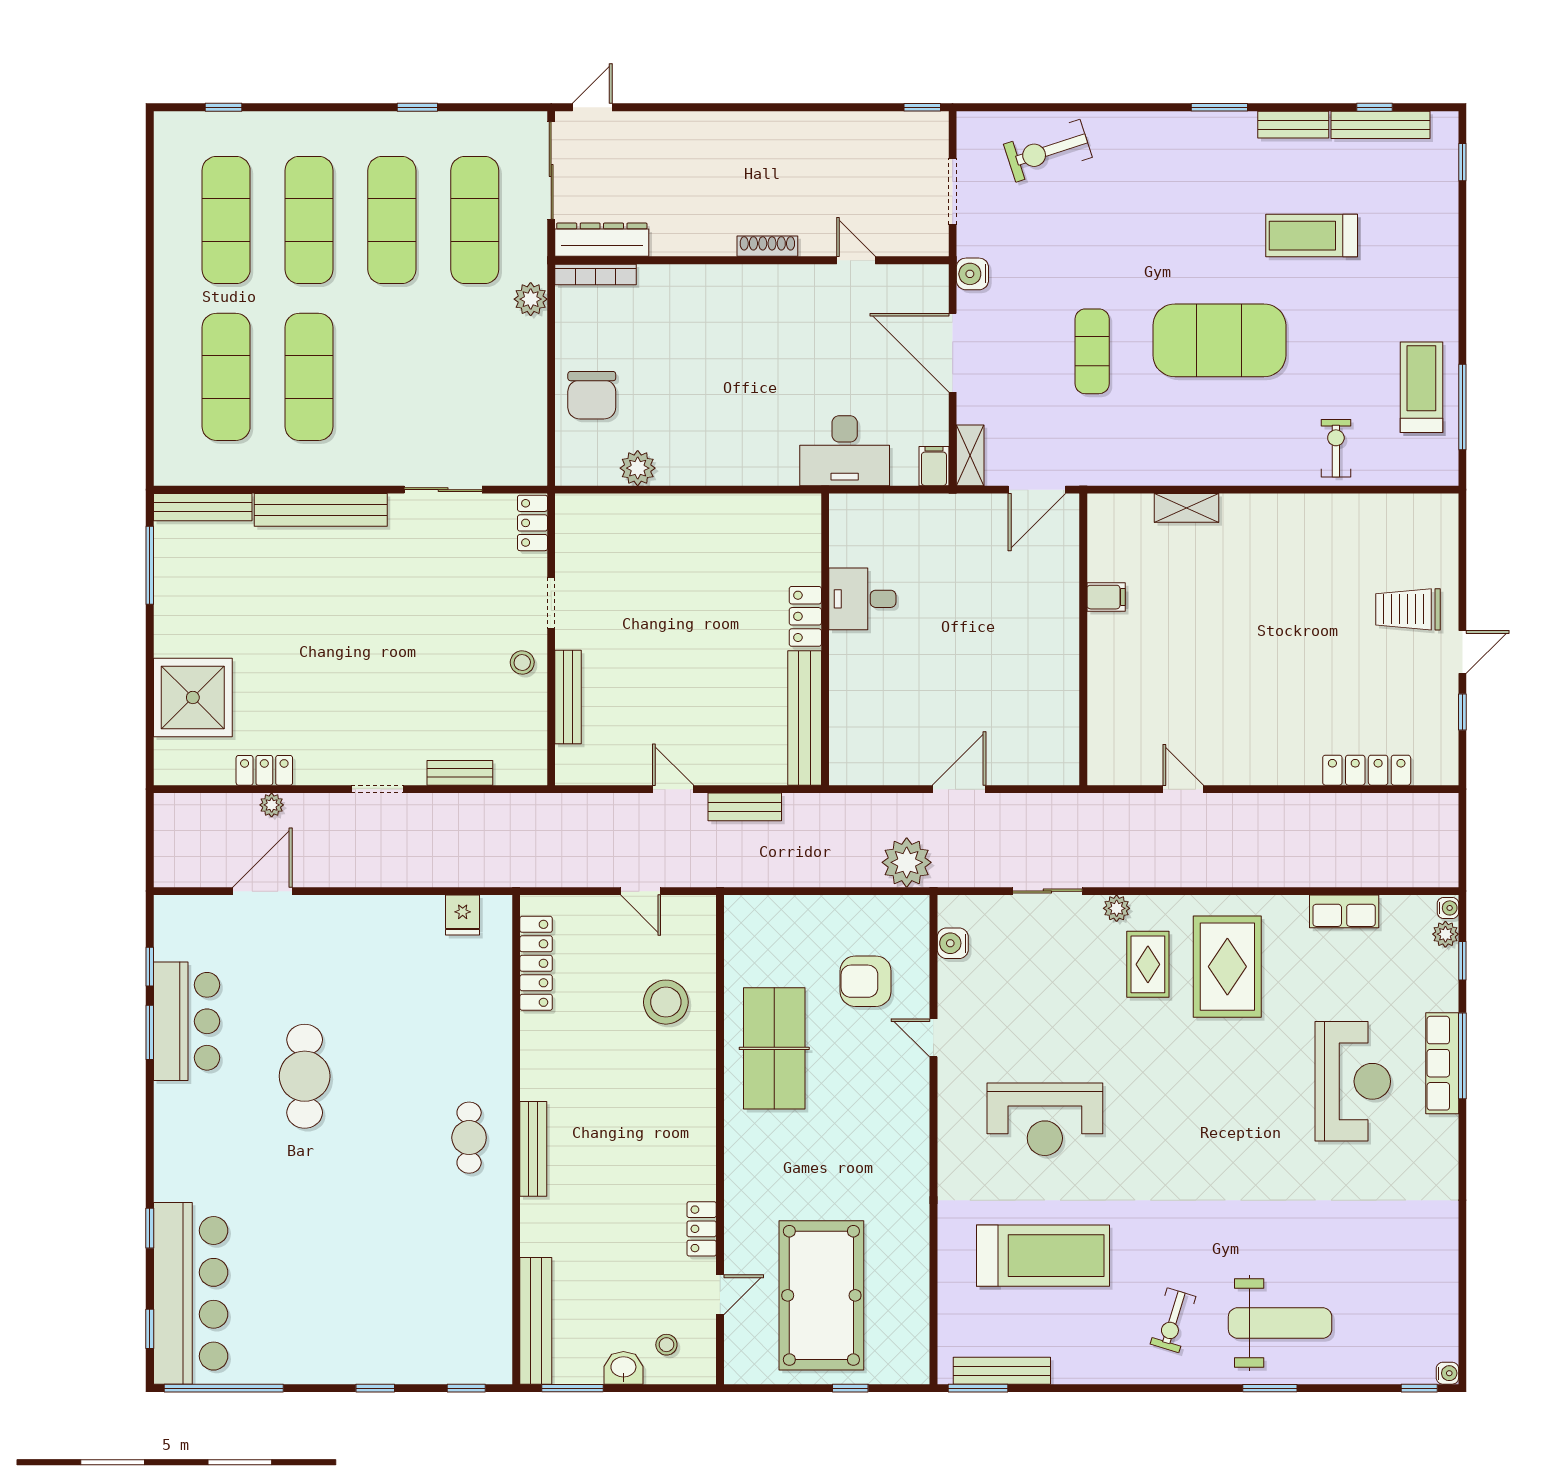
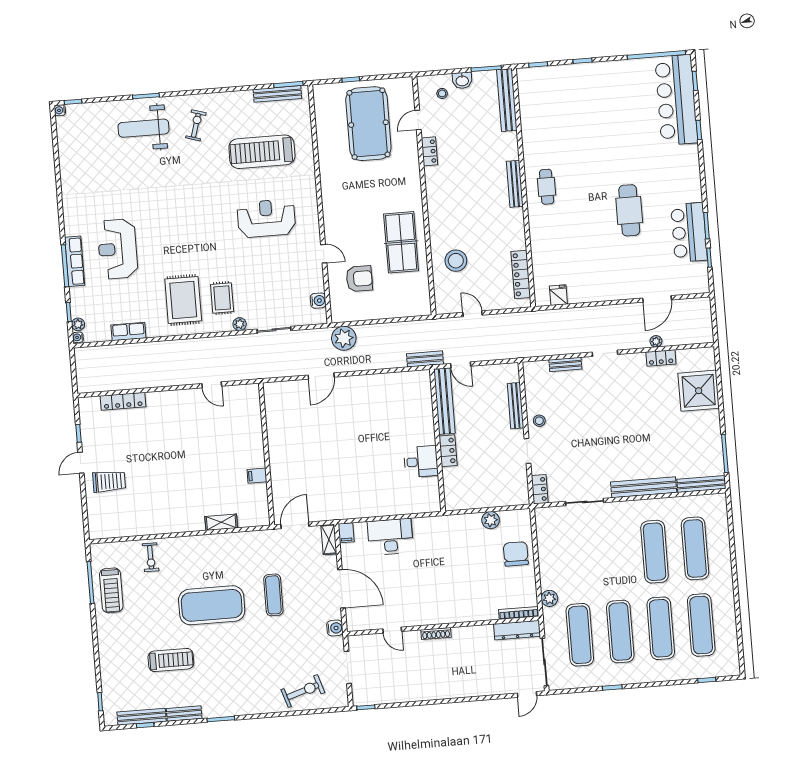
desk: (862, 599) -> (421, 462), moved
locker: (805, 616) -> (448, 451), moved
wall: (825, 639) -> (437, 440), moved
bench: (805, 718) -> (444, 401), moved

